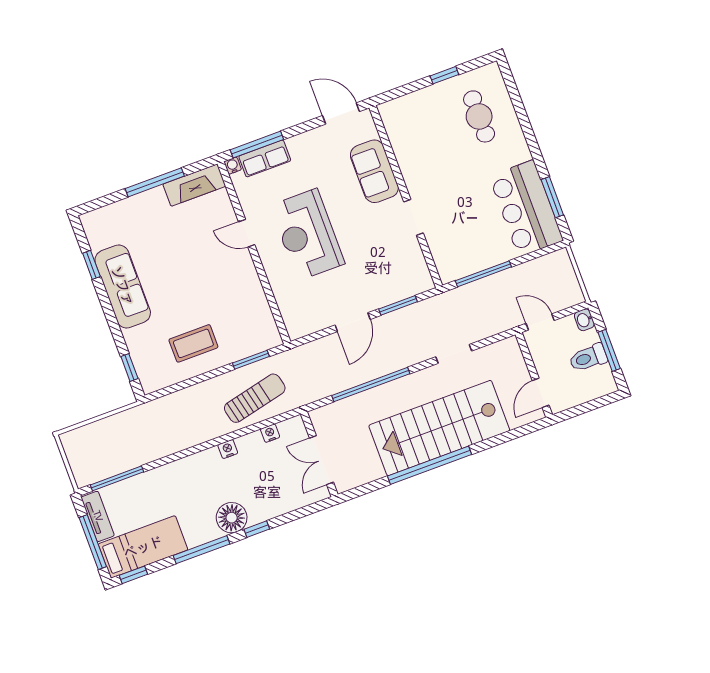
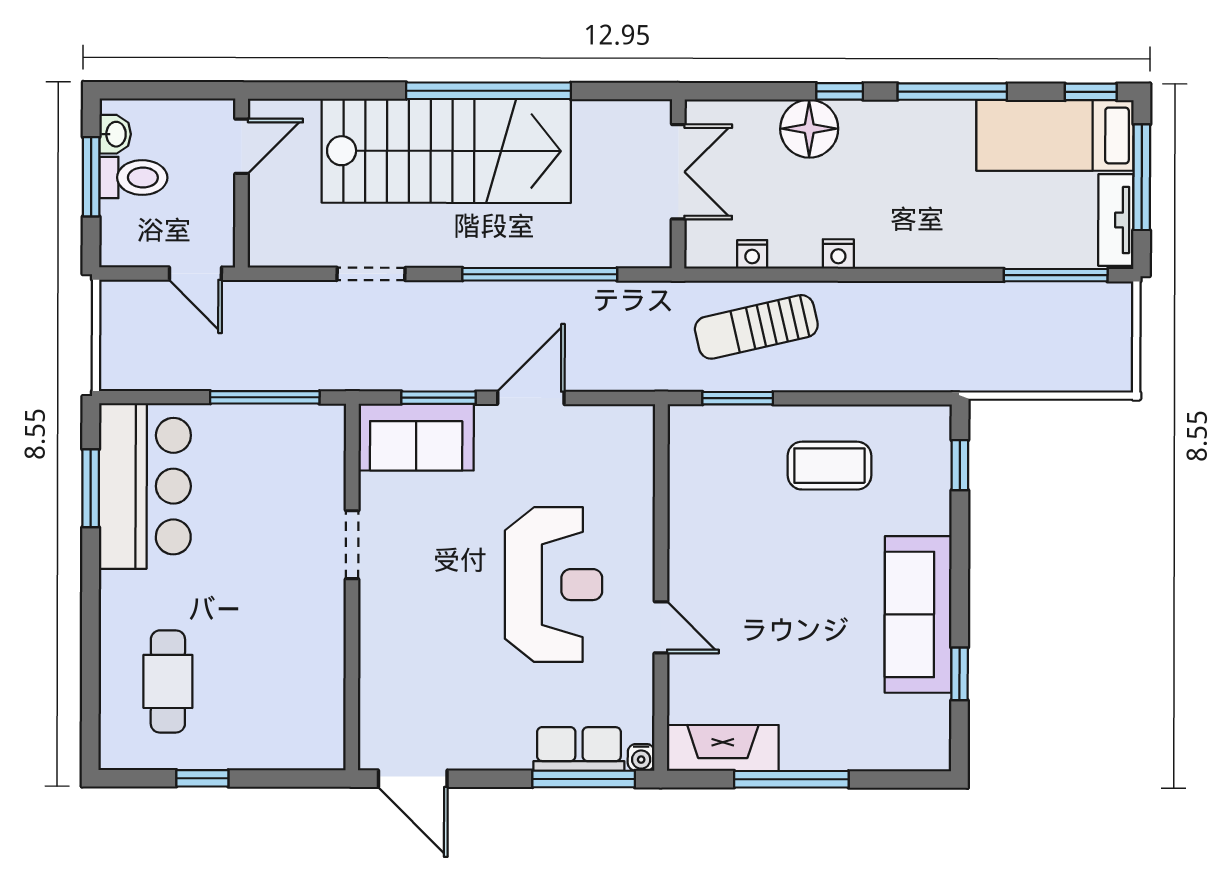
sofa: (374, 171) -> (416, 437), moved, turned 90
washbasin: (584, 320) -> (115, 134), moved
floor lamp: (232, 518) -> (809, 129), moved

